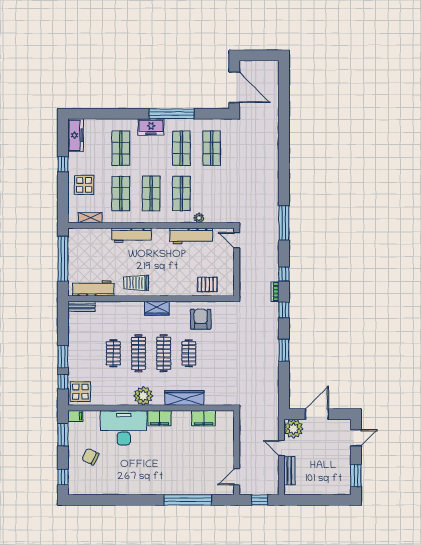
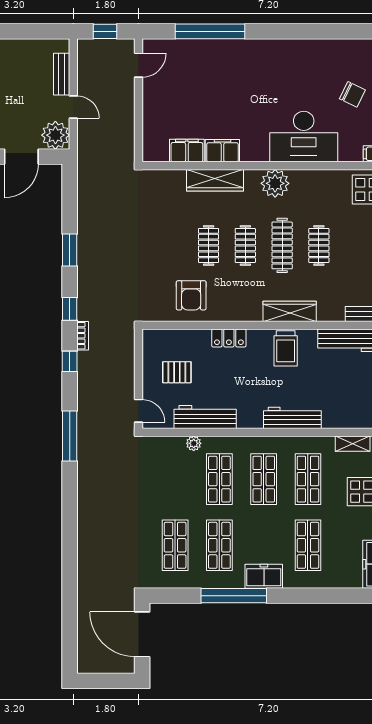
trolley: (136, 283) -> (286, 348), turned 90
pallet: (207, 284) -> (177, 372), moved
locker: (175, 290) -> (229, 338), added
wardrobe: (157, 308) -> (290, 311), moved, width x1.50
clothes rail: (164, 353) -> (245, 245), width x0.73
filing cabinet: (160, 418) -> (222, 151), moved

